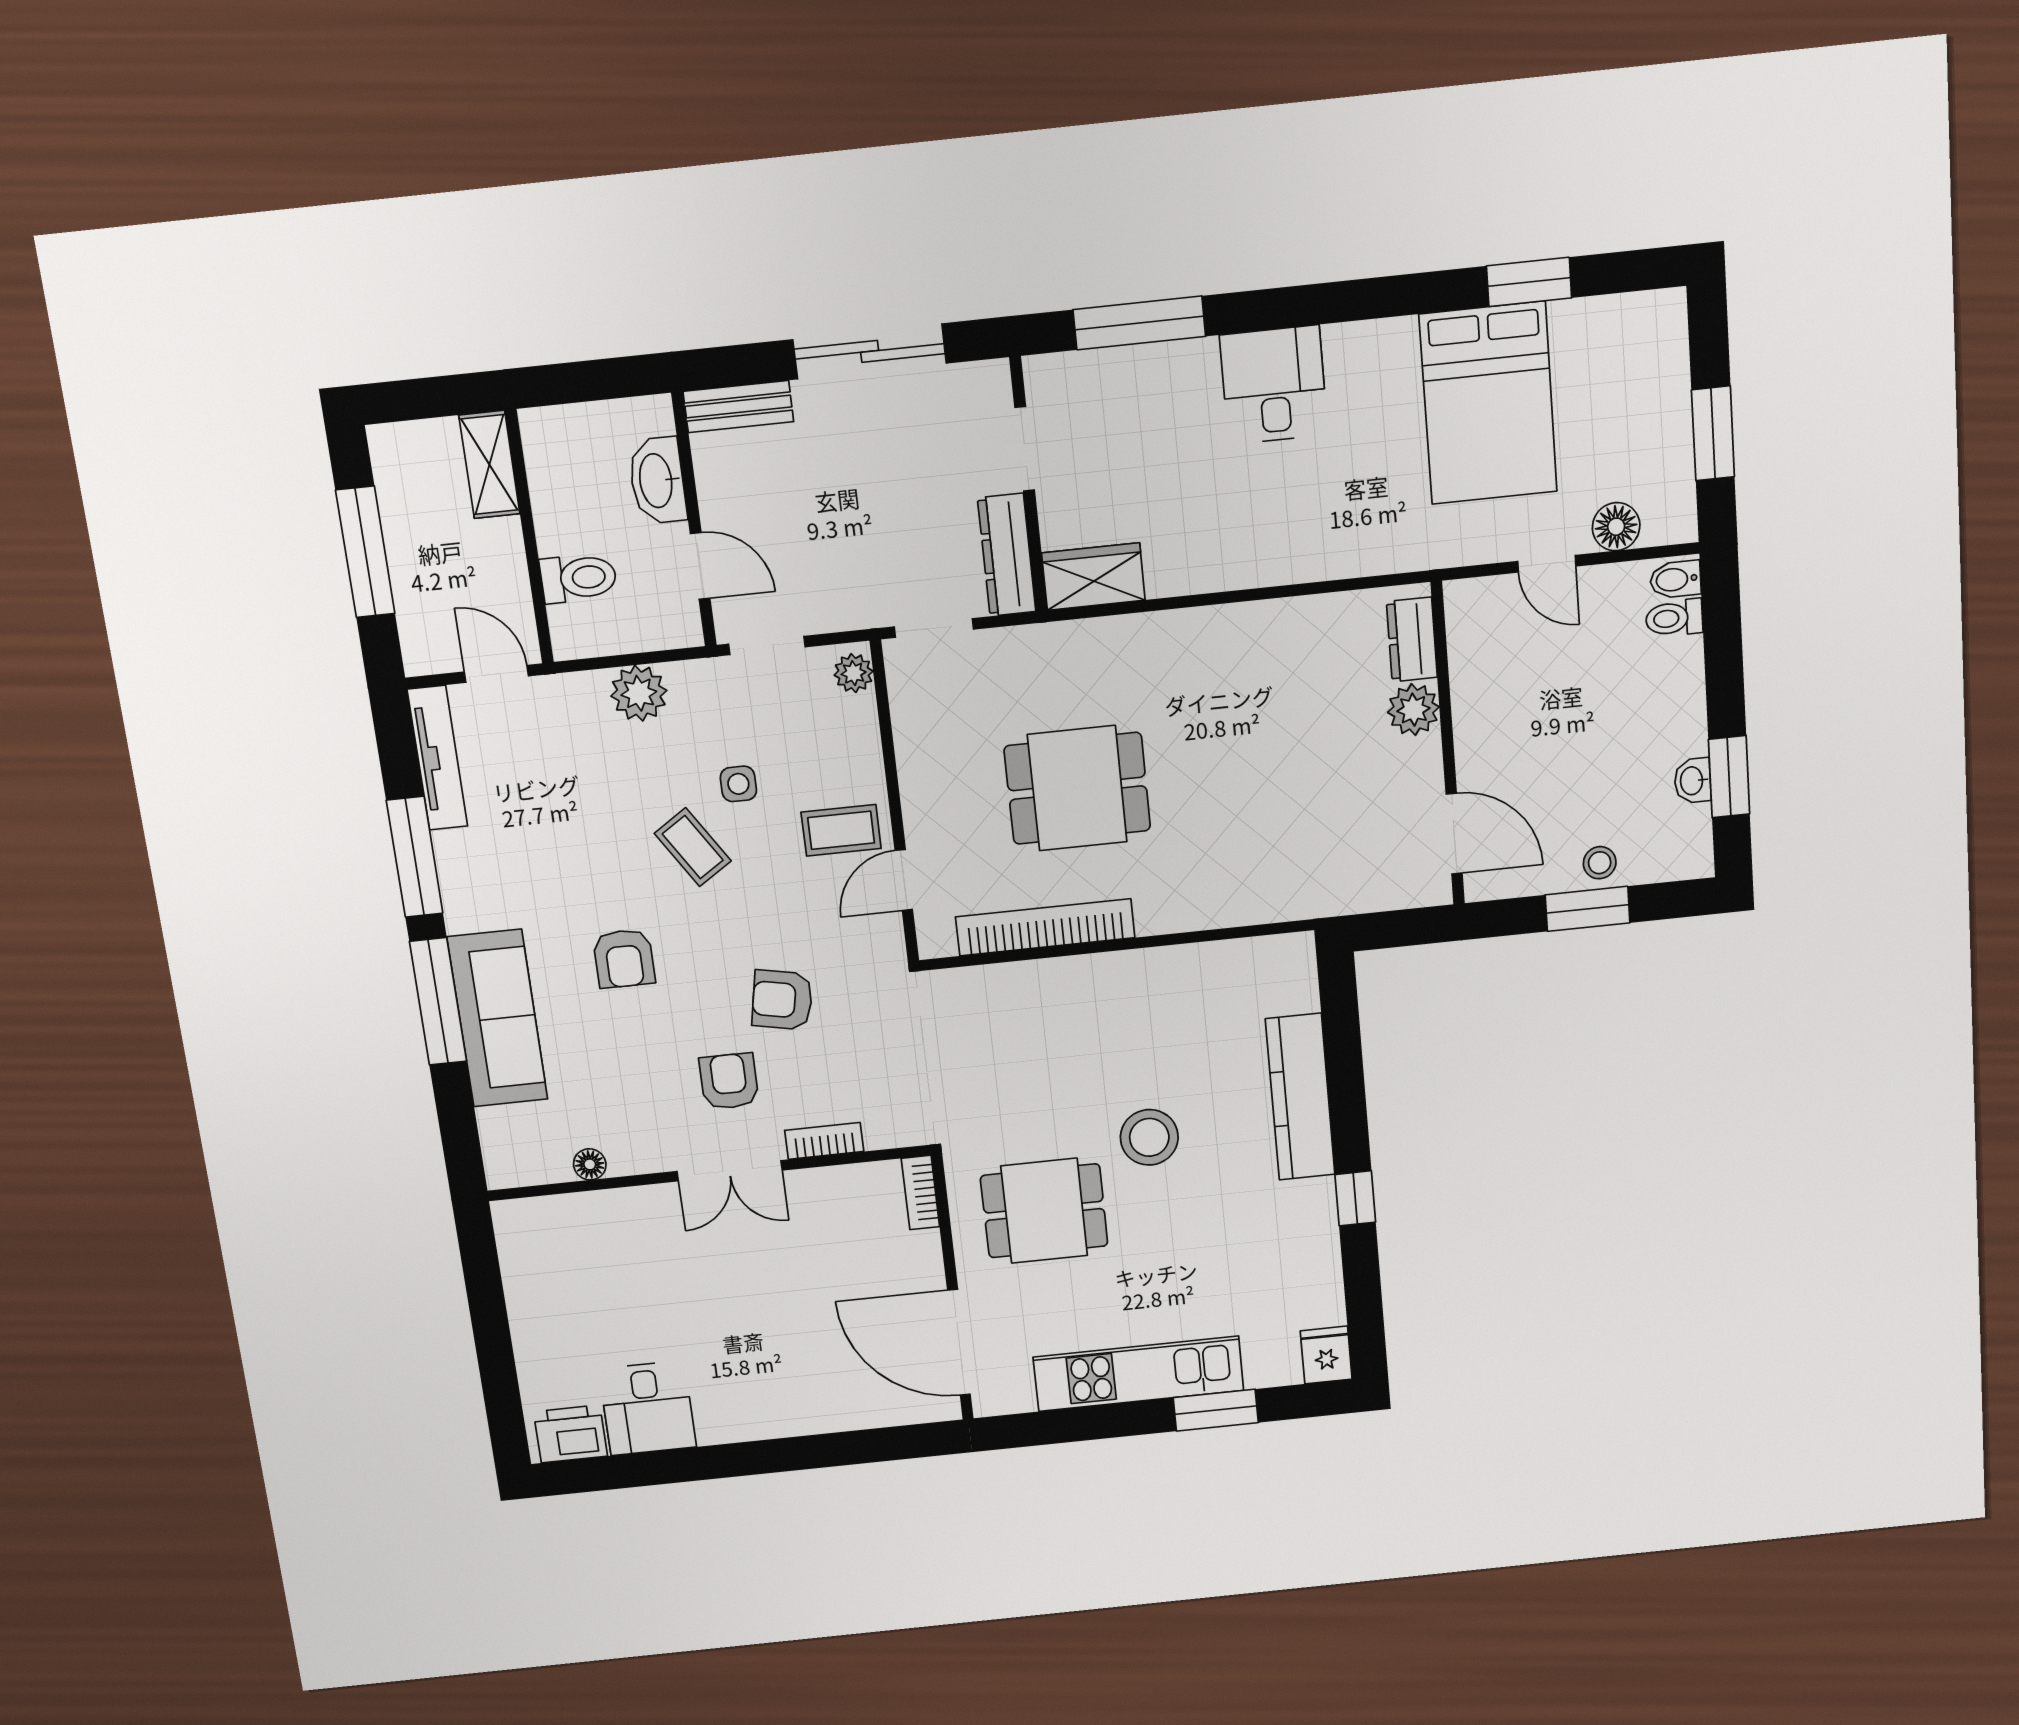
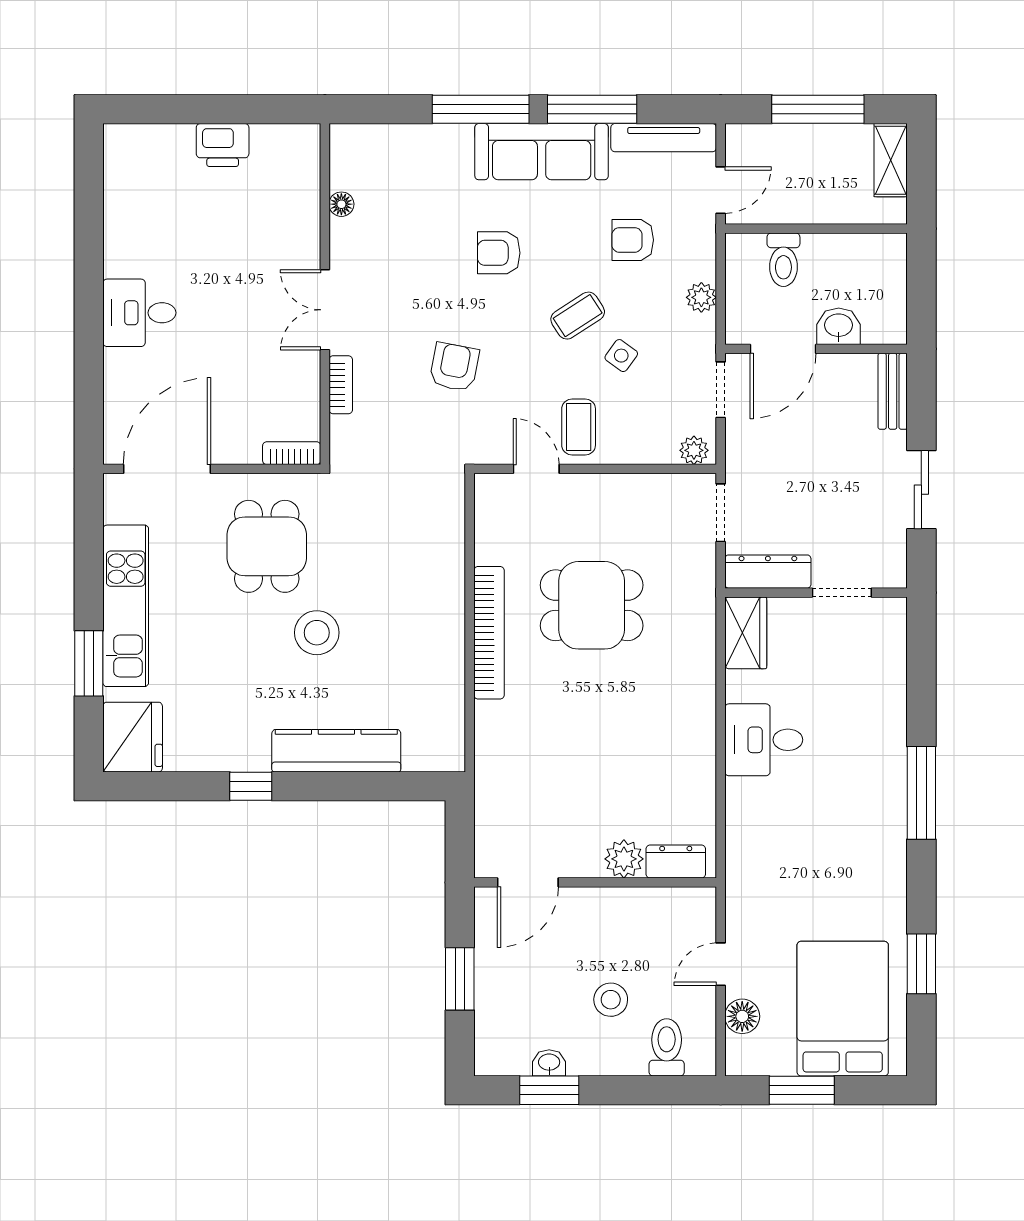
window: (1139, 323) -> (921, 793), moved
sliding door: (870, 351) -> (921, 490), width x0.73
desk: (1274, 385) -> (764, 740), moved, turned 180
bed: (1488, 403) -> (843, 1009), moved, turned 90
shelving: (489, 465) -> (891, 160), moved, turned 90
washbasin: (657, 481) -> (839, 326), width x0.72
door: (700, 566) -> (783, 349), width x1.38
bidet: (1675, 579) -> (699, 1058), removed
toilet: (1674, 618) -> (667, 1047), width x1.37, depth x1.39
plant: (639, 693) -> (701, 297), width x0.73, depth x0.73
side table: (738, 784) -> (621, 356), turned 36
dining table: (1077, 788) -> (592, 605), turned 90
stool: (1600, 863) -> (611, 1000), moved, width x1.37, depth x1.37
bookcase: (1045, 927) -> (489, 633), moved
sofa: (498, 1018) -> (542, 152), moved
armchair: (729, 1081) -> (633, 240), moved, turned 180
fridge: (1326, 1355) -> (133, 737), width x1.88, depth x1.34
desk: (647, 1408) -> (139, 313), moved
printer: (571, 1434) -> (223, 145), moved, turned 90

